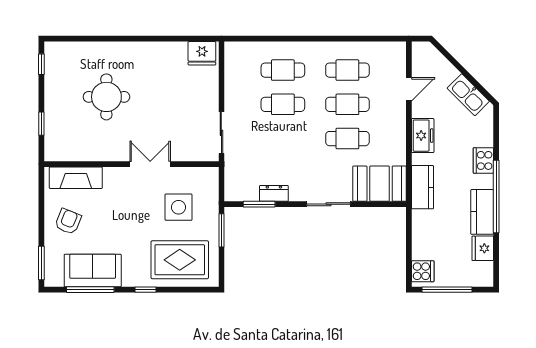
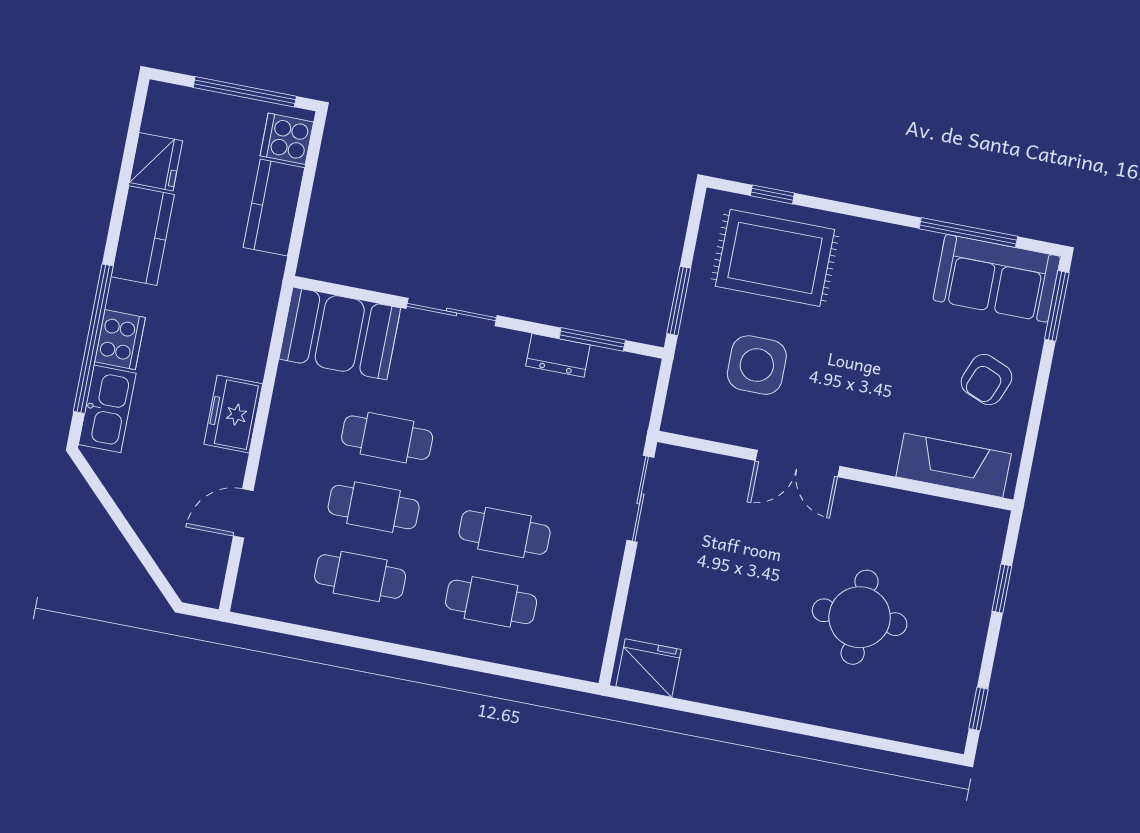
kitchen sink: (468, 95) -> (107, 409), moved, turned 45
kitchen counter: (422, 187) -> (274, 208), moved
window: (496, 196) -> (93, 339), moved
sofa: (93, 271) -> (997, 278), moved
window: (146, 290) -> (772, 194), moved

